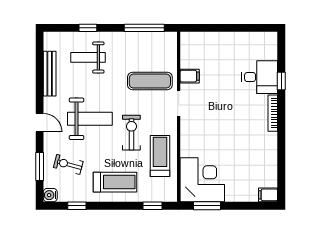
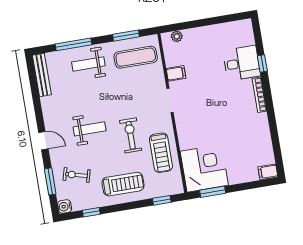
window: (88, 28) -> (73, 44), width x2.17
window: (144, 28) -> (126, 36), width x0.69
plant: (197, 38) -> (177, 36), added
weight bench: (88, 57) -> (88, 64), moved
bench: (50, 74) -> (42, 75), moved
exercise mat: (150, 81) -> (136, 57), moved
weight bench: (90, 119) -> (90, 129), width x0.73, depth x0.75
treadmill: (160, 156) -> (161, 153), turned 180

